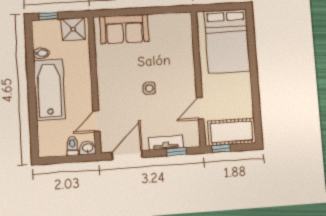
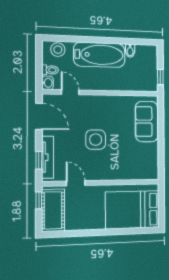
window: (48, 16) -> (160, 77), moved
shower: (73, 29) -> (149, 79), removed
side table: (149, 88) -> (96, 140), width x1.87, depth x1.87
stool: (48, 139) -> (58, 50), added
tv unit: (166, 143) -> (48, 157), width x1.41

